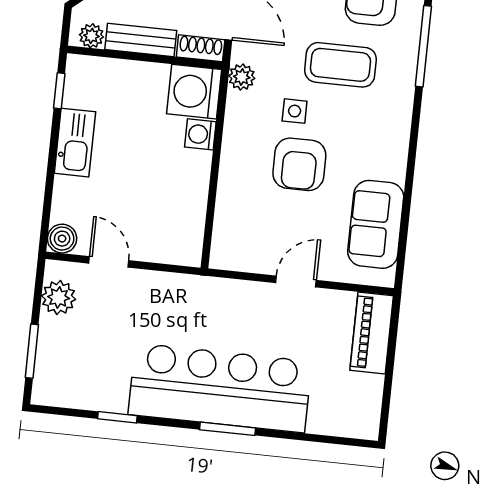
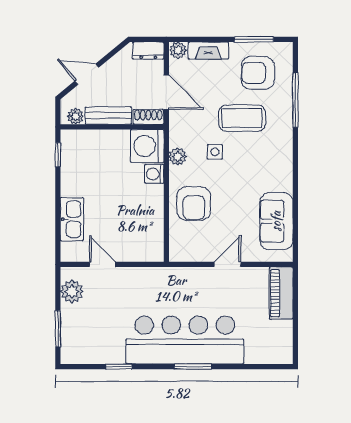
plant: (242, 77) -> (178, 157), moved
kitchen sink: (75, 143) -> (72, 219), moved
armchair: (299, 164) -> (194, 204), moved
boiler: (62, 239) -> (70, 252), removed

